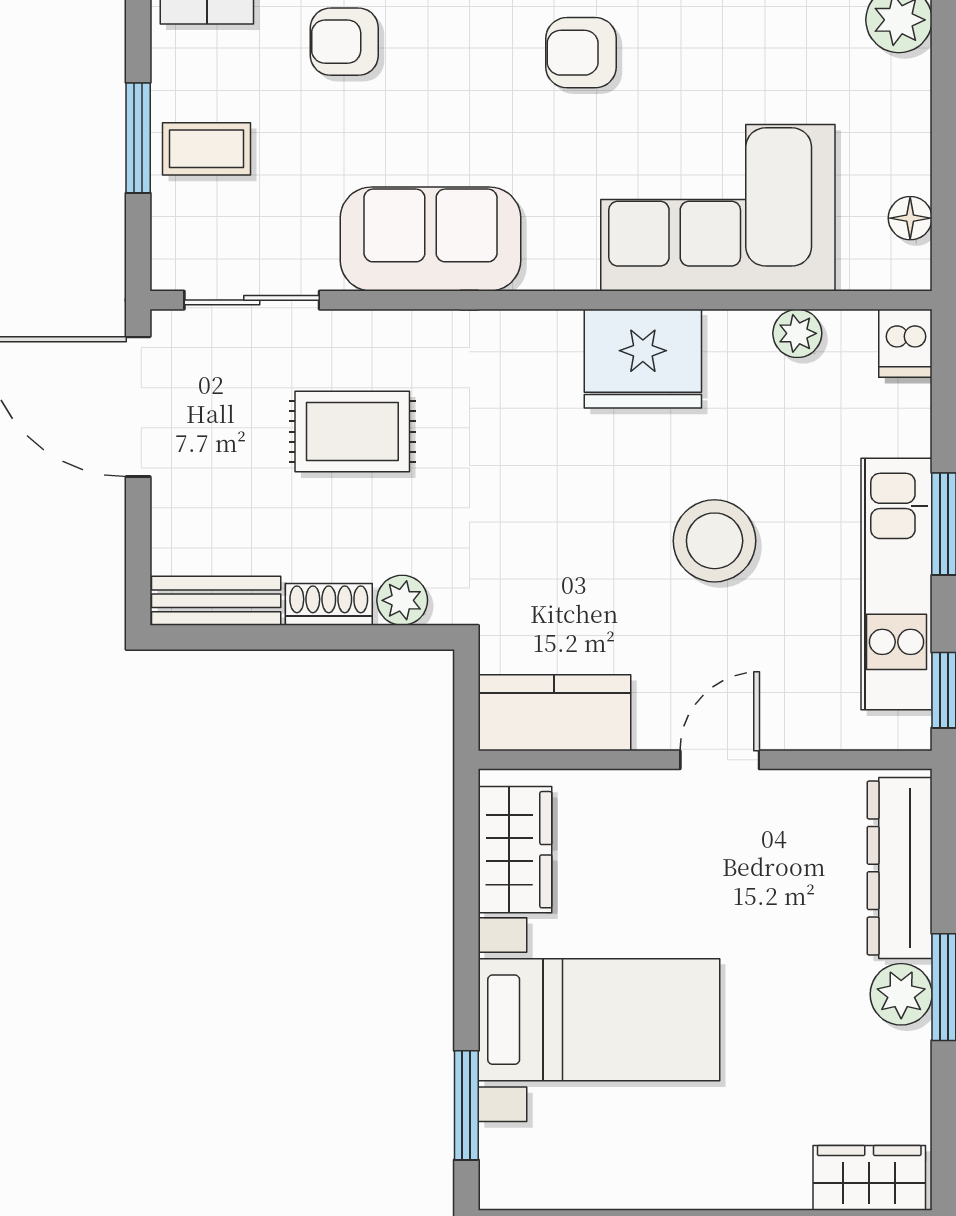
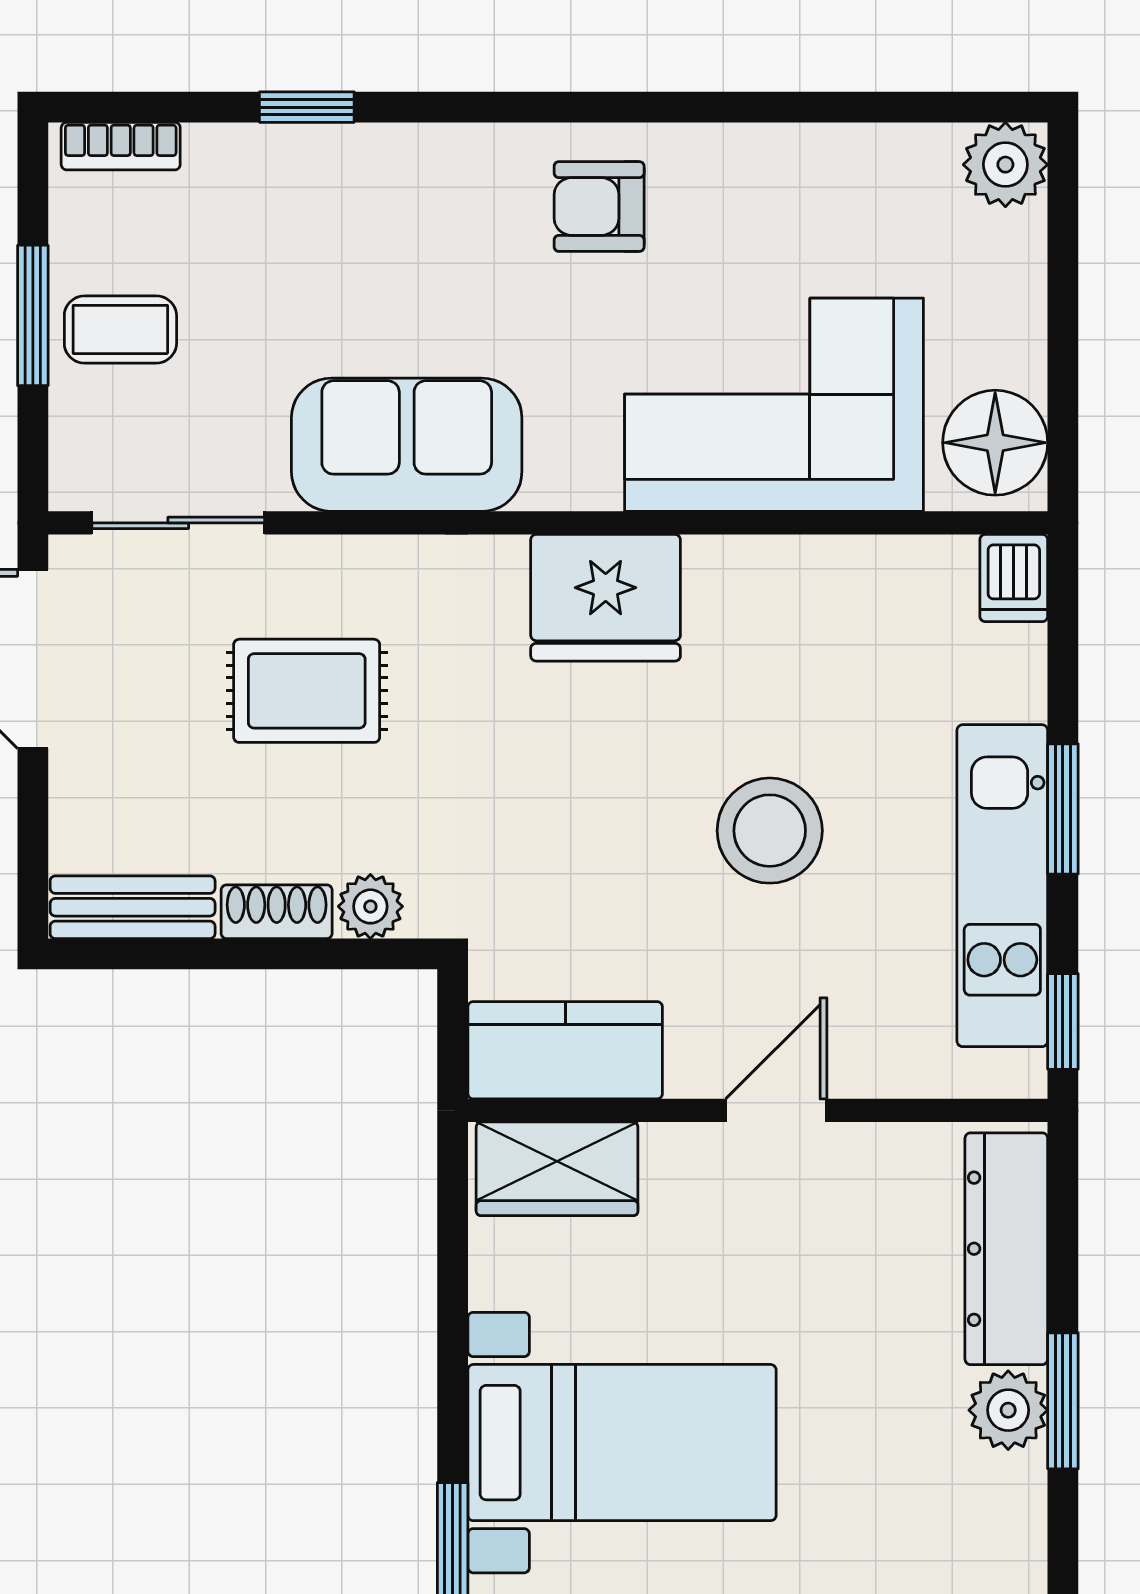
armchair: (344, 42) -> (297, 192), removed
floor lamp: (910, 218) -> (995, 443), width x1.89, depth x1.89
plant: (797, 333) -> (876, 565), removed
fridge: (643, 359) -> (606, 598), moved
wardrobe: (515, 850) -> (557, 1169), moved, turned 90

